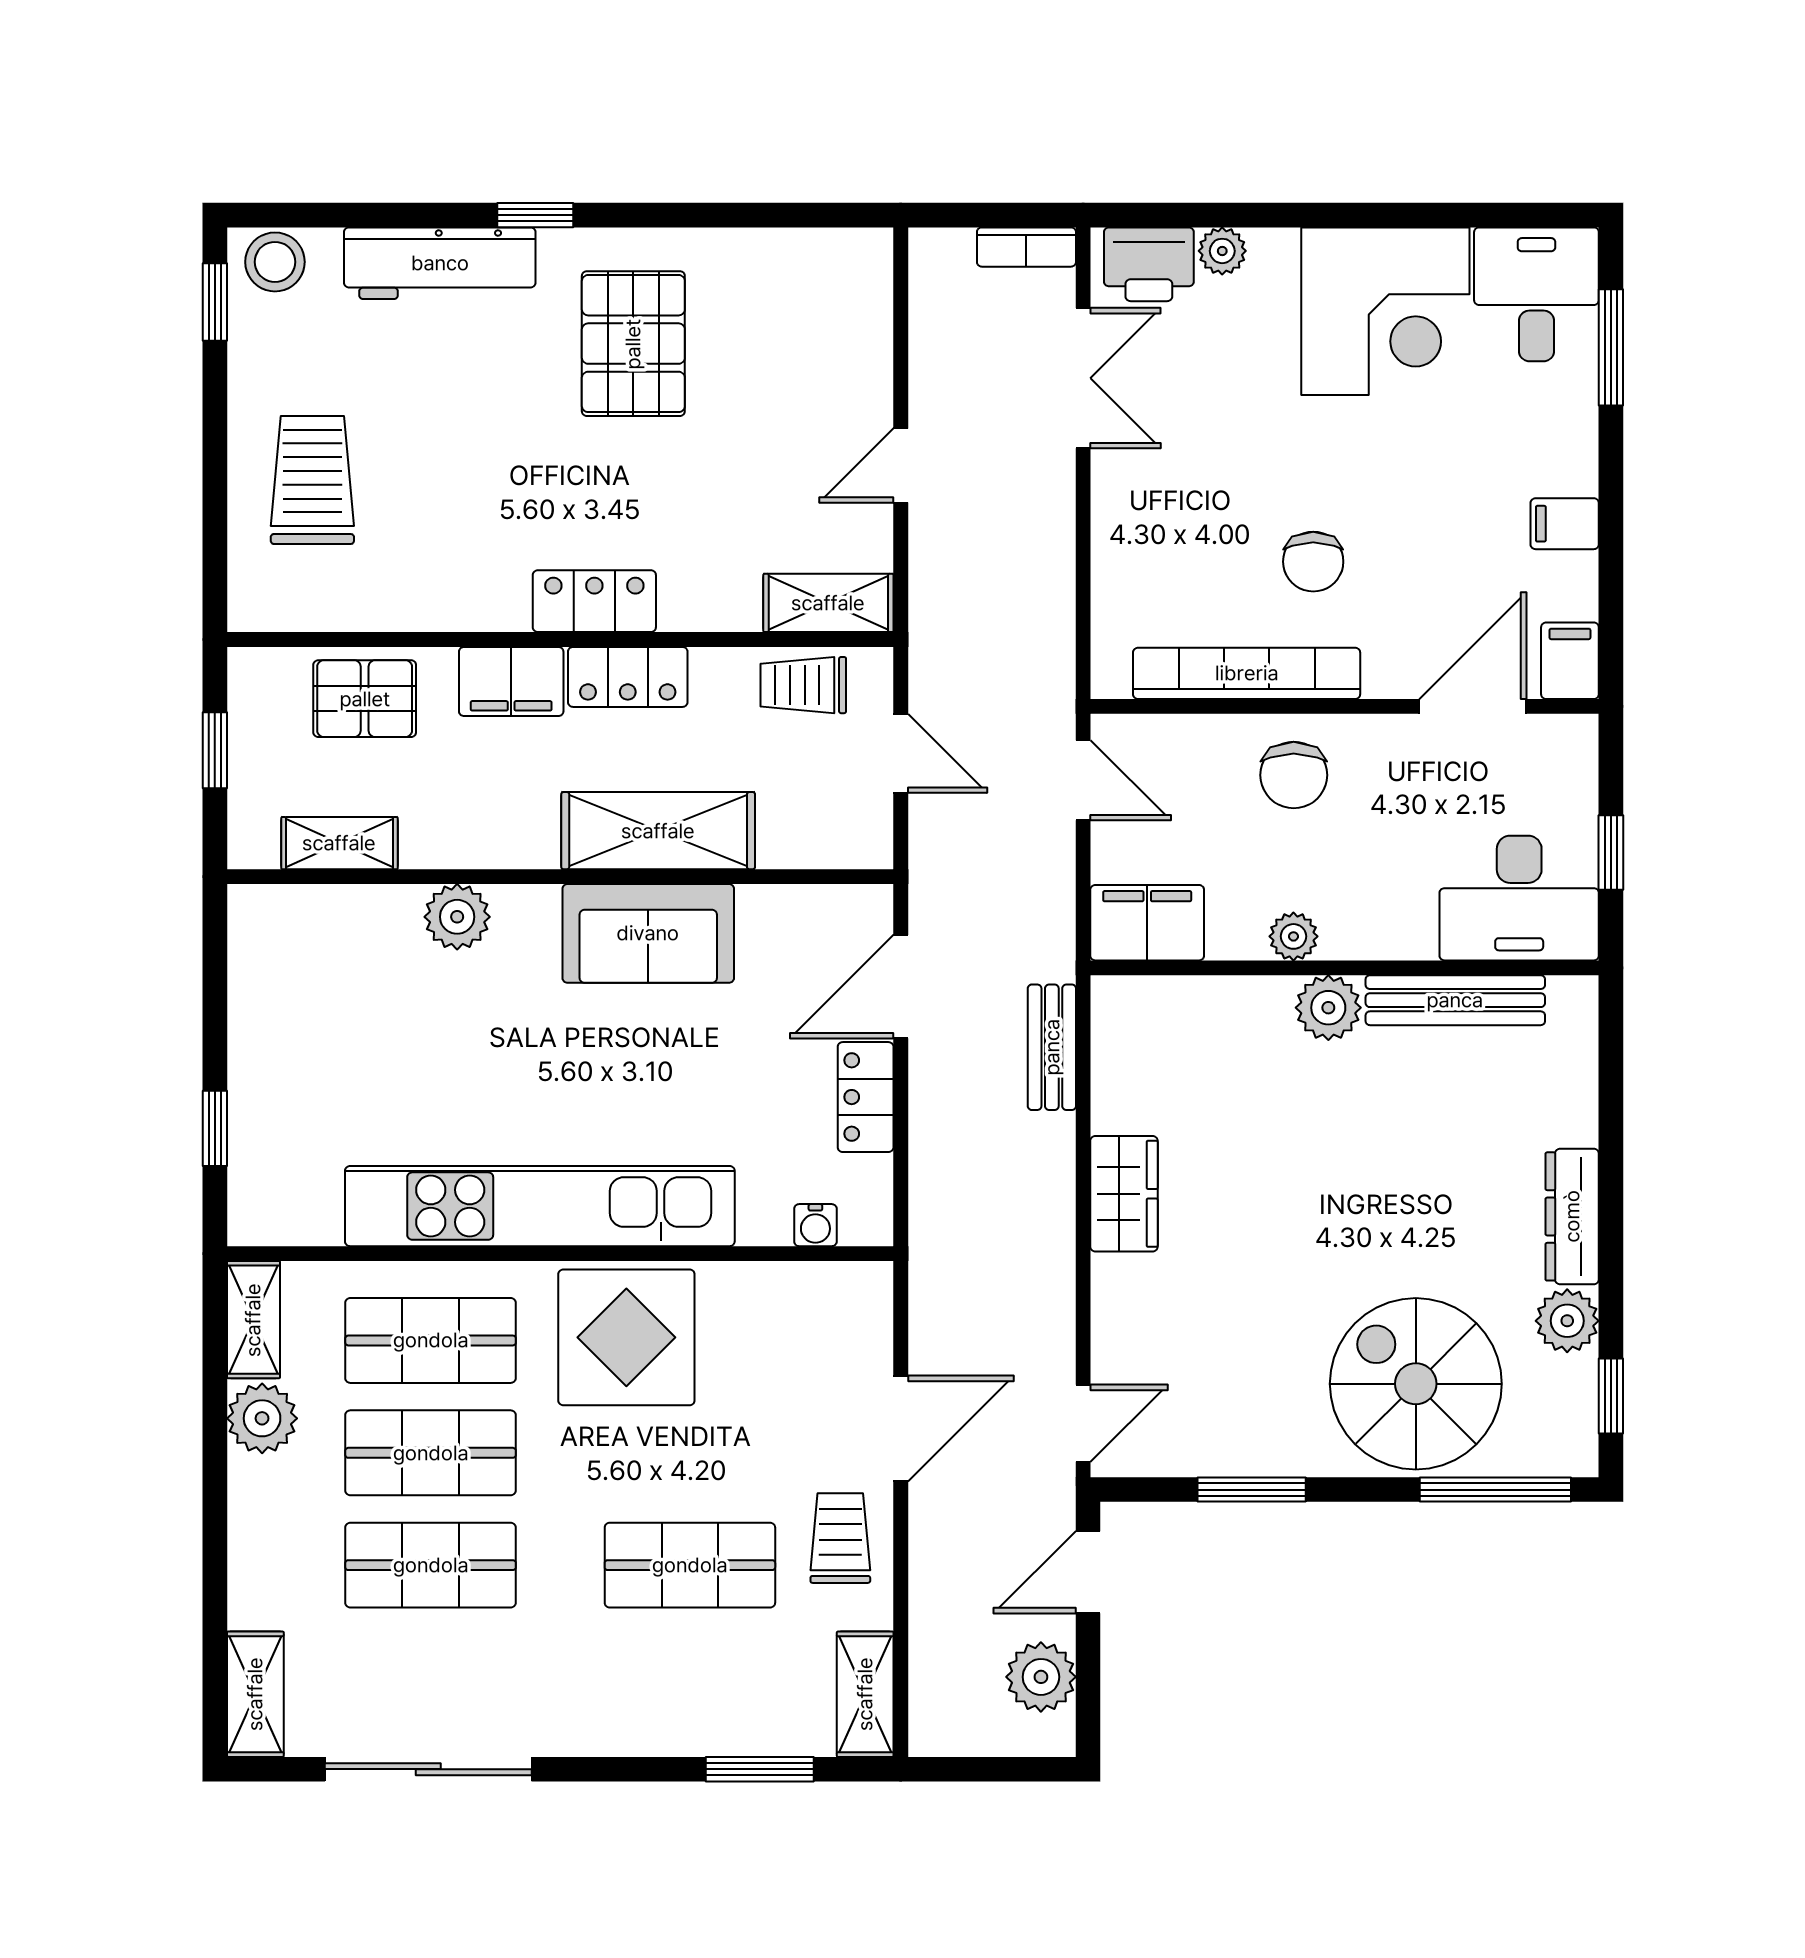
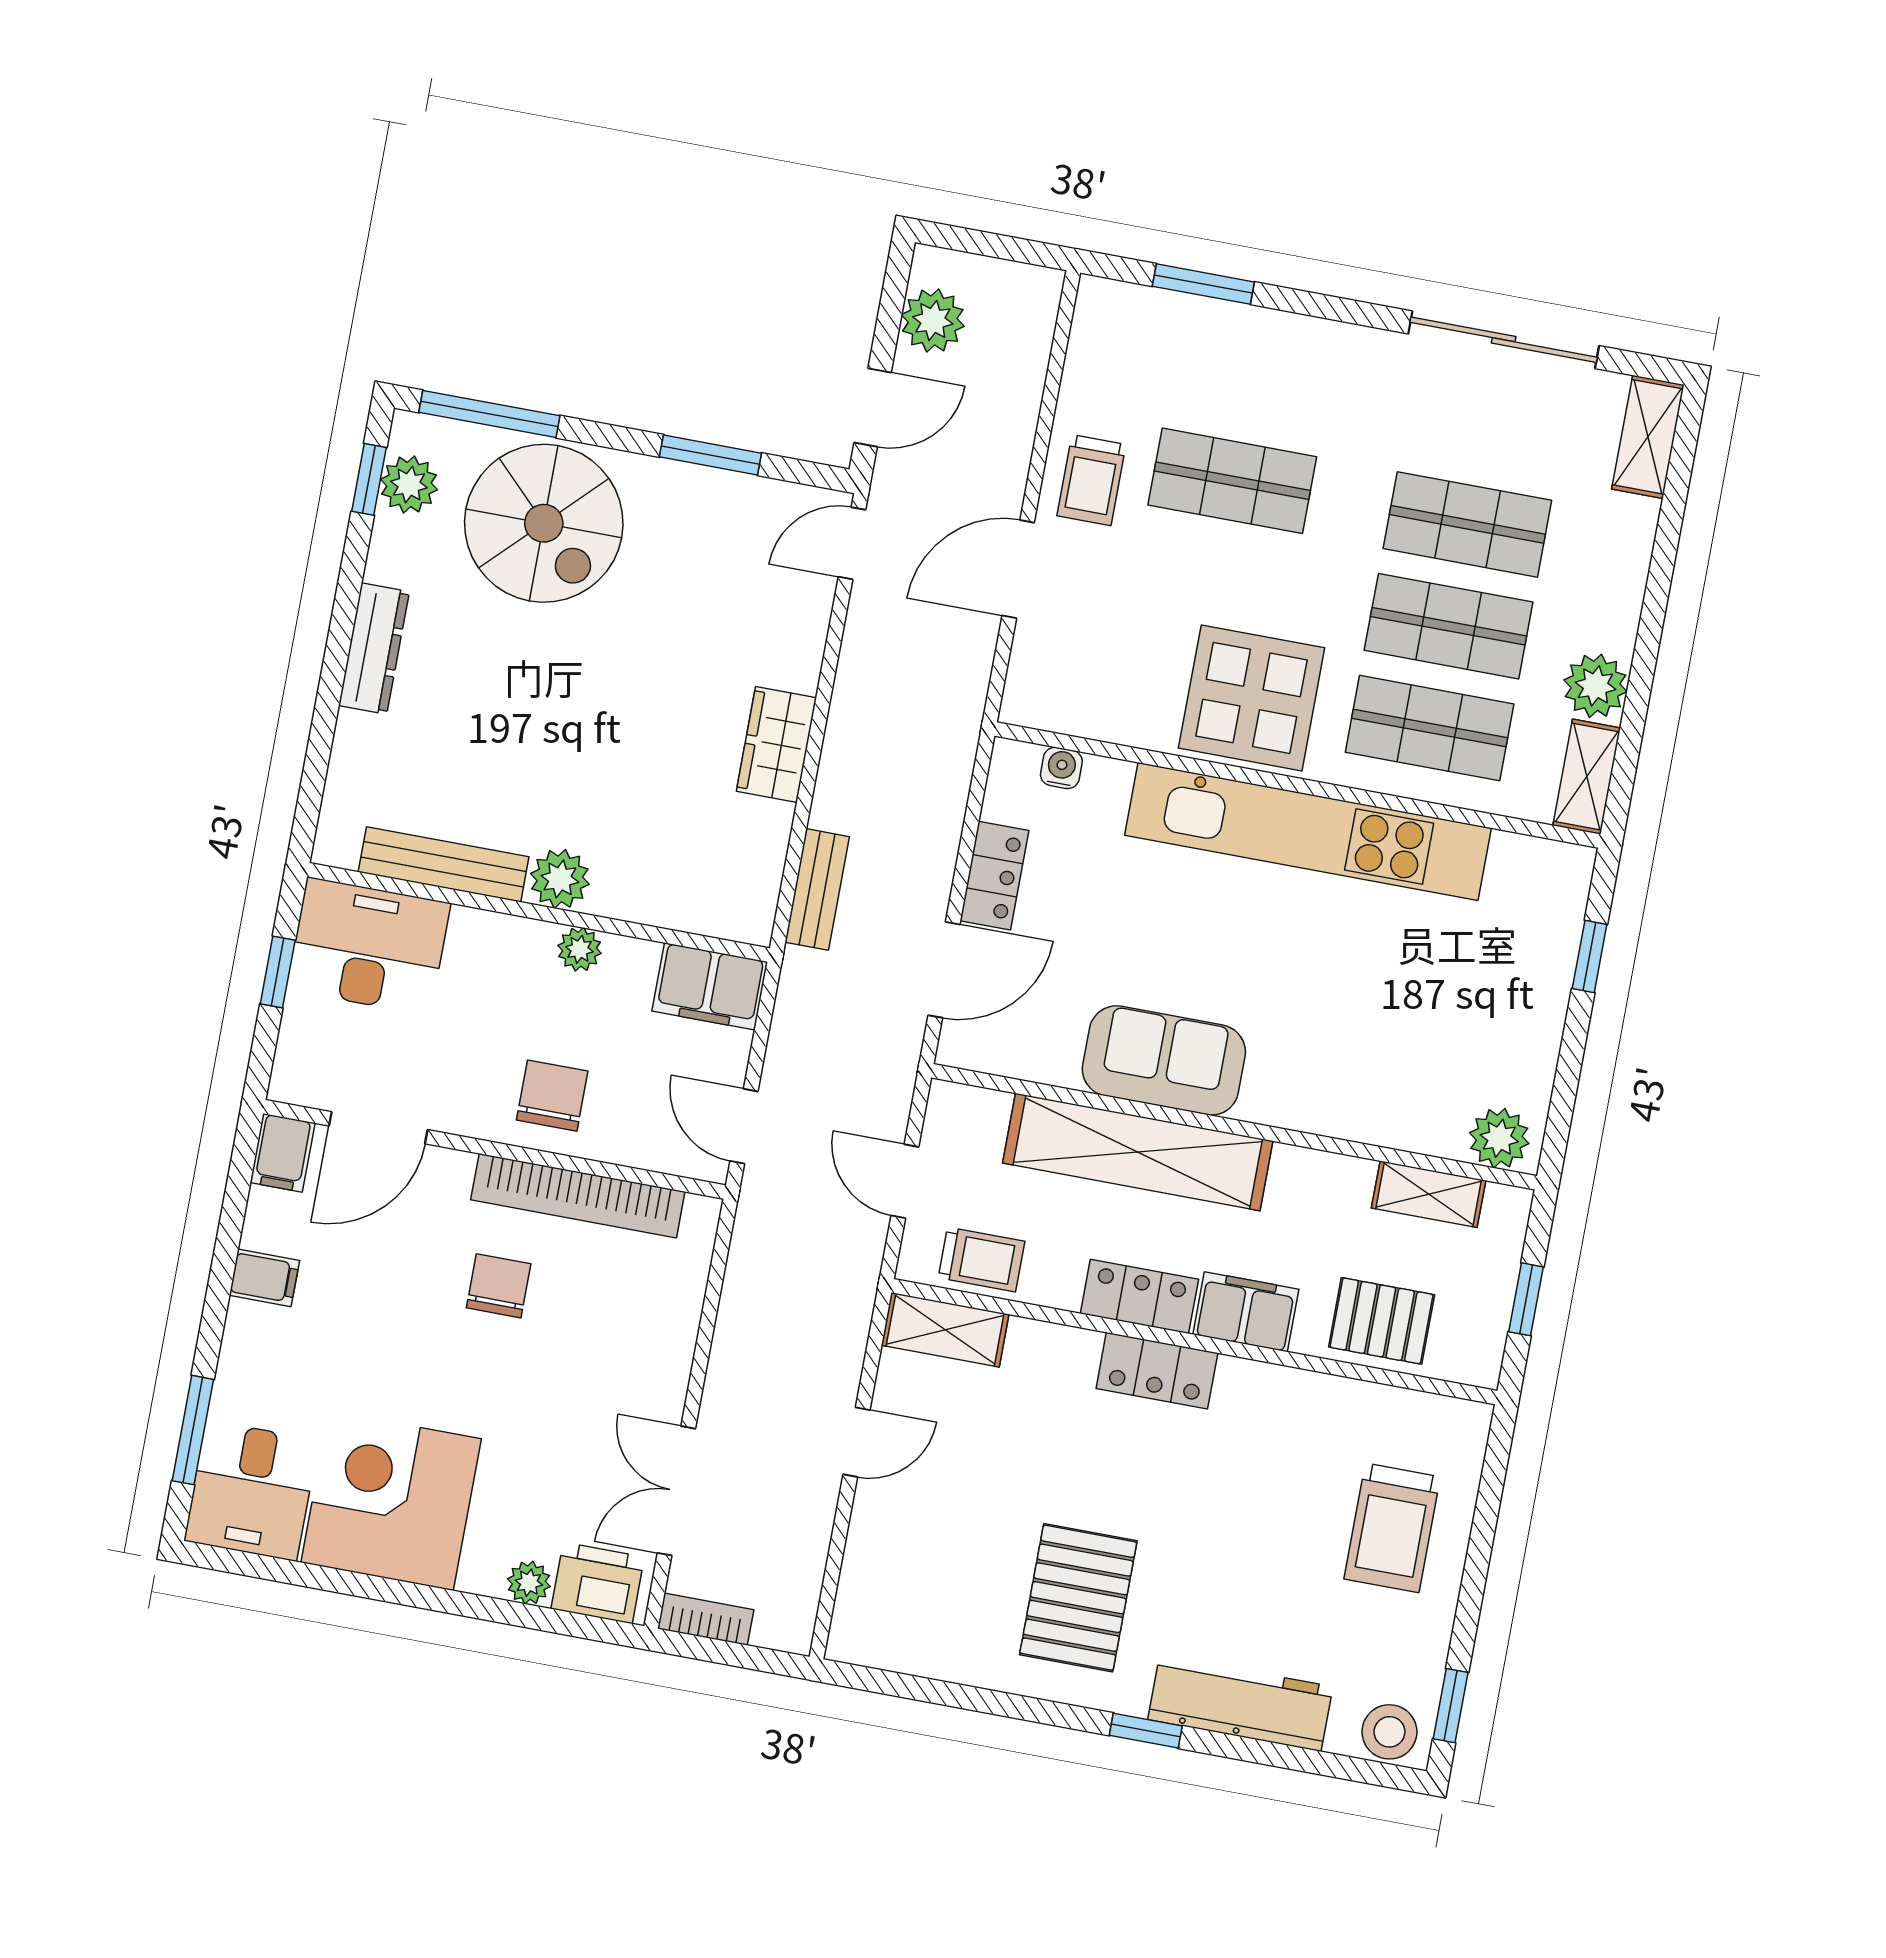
shelving: (658, 831) -> (1138, 1152), width x1.47
plant: (457, 917) -> (1499, 1138), moved
plant: (1567, 1321) -> (409, 484), moved
shelving: (865, 1694) -> (1095, 334), removed

